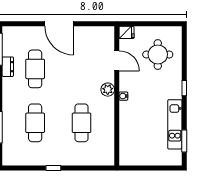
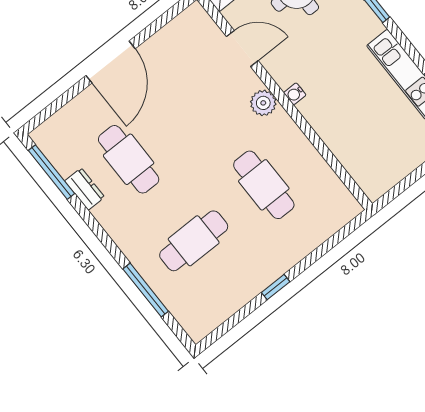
door: (59, 24) -> (110, 62), hinge flipped
cafe table: (35, 123) -> (194, 241), turned 90

